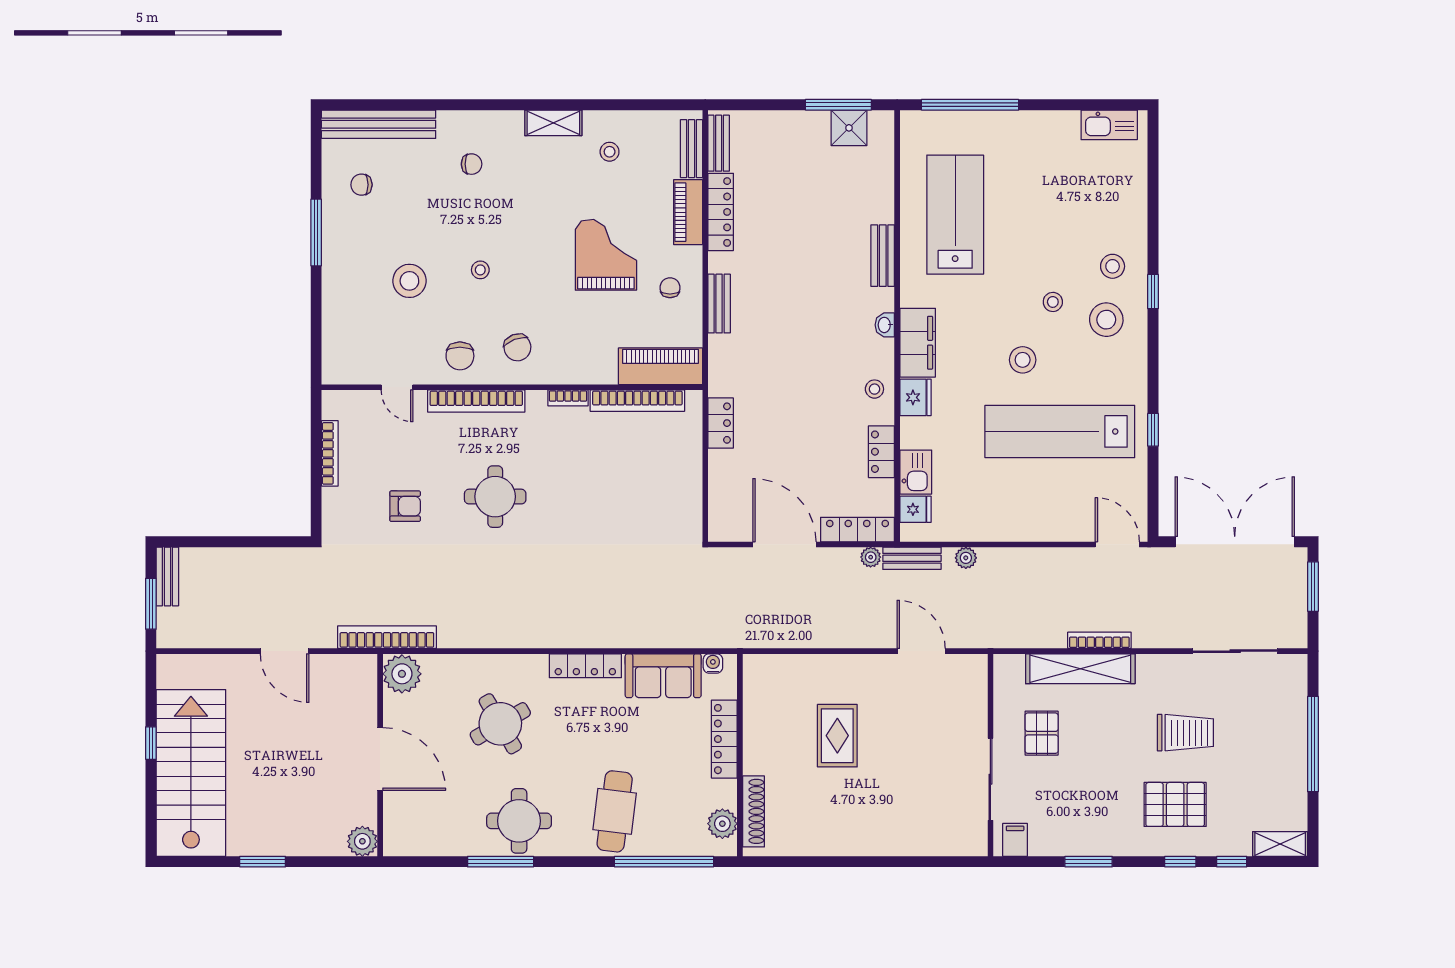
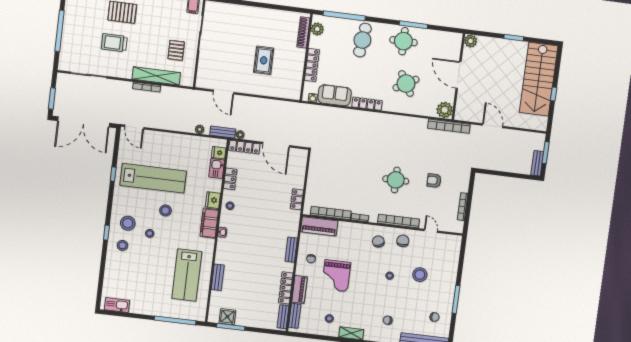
bench: (883, 256) -> (218, 277), moved

